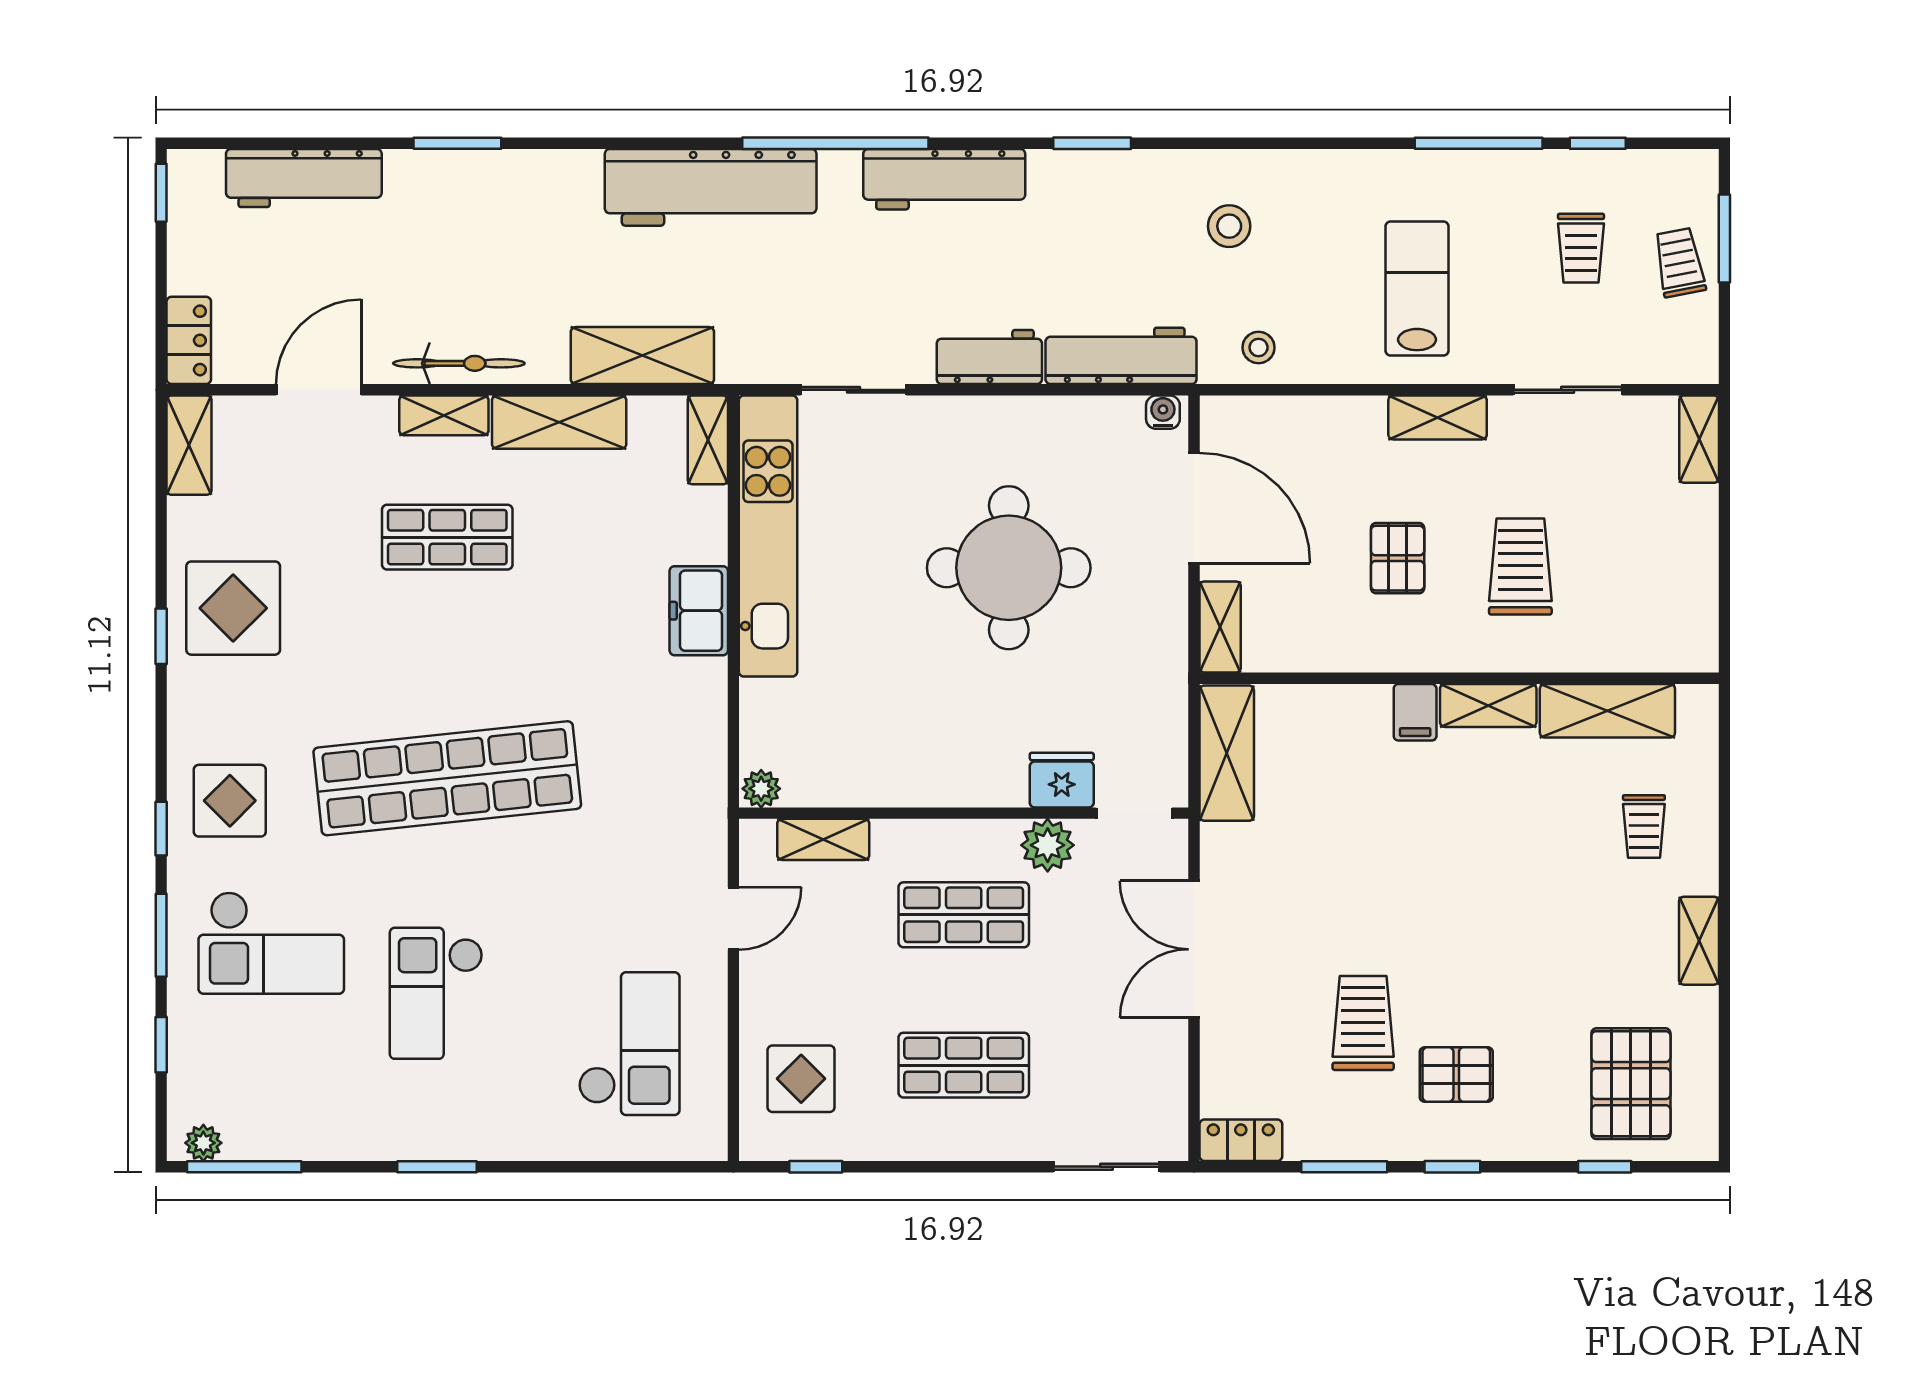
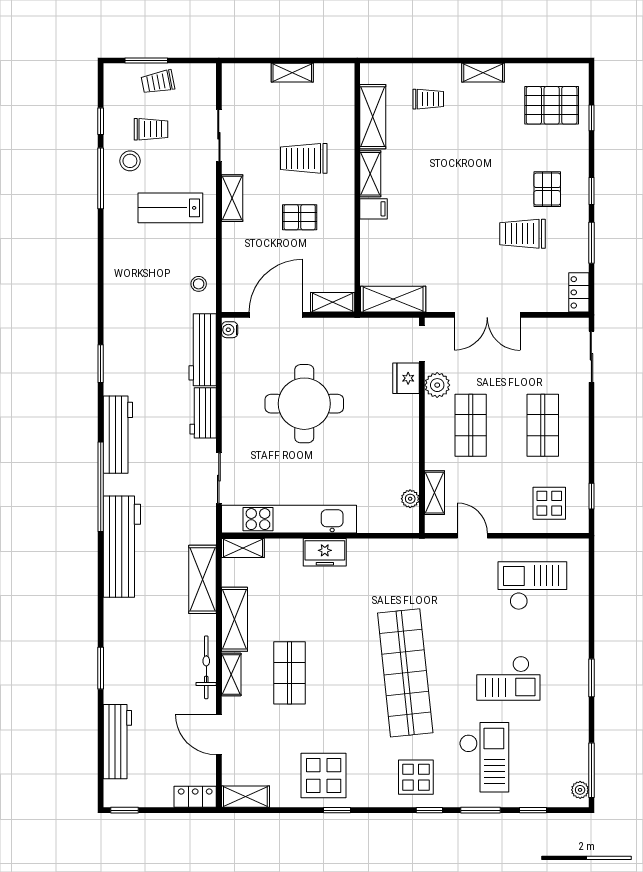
stool: (1229, 226) -> (130, 161), moved
shelving: (1699, 439) -> (292, 73), moved
plant: (761, 789) -> (410, 499), moved

